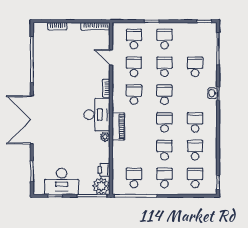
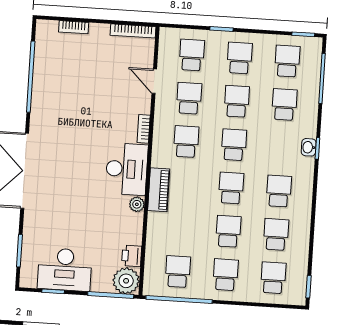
school desk: (195, 39) -> (287, 61), added

